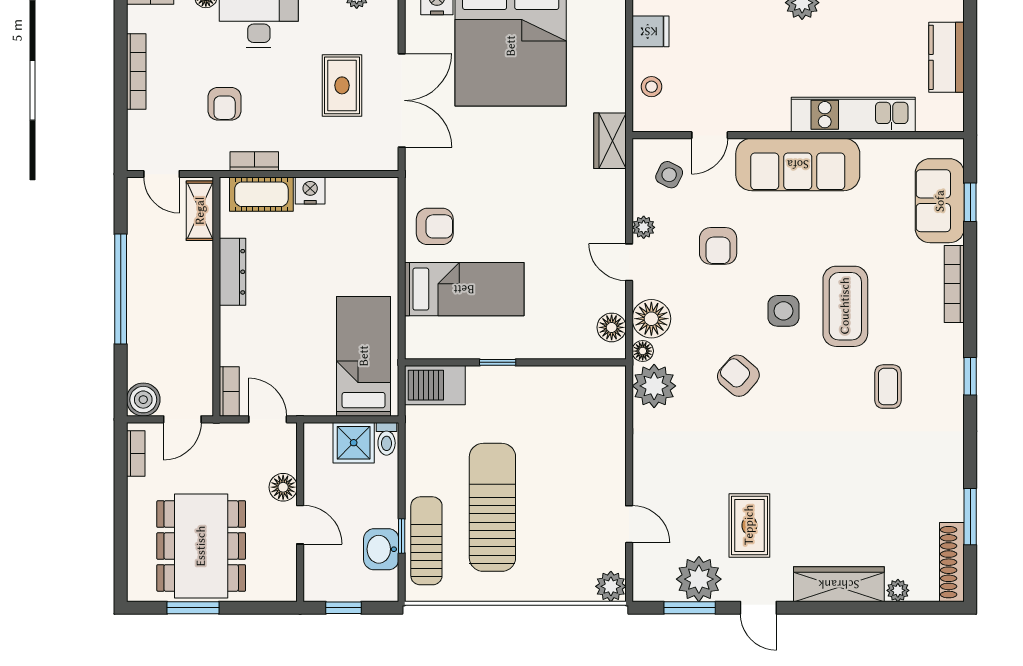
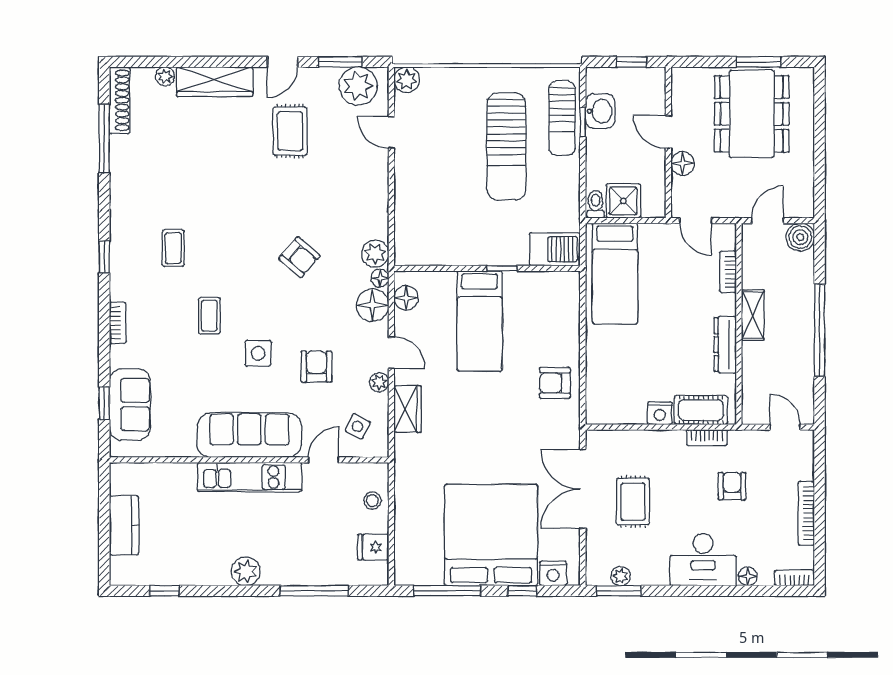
kitchen unit: (853, 115) -> (250, 477), moved
wardrobe: (610, 141) -> (407, 409), moved
shelving: (200, 211) -> (753, 315), moved
bookcase: (954, 284) -> (118, 323), width x0.64
bed: (464, 289) -> (480, 321), moved, turned -90
coffee table: (845, 306) -> (209, 316), width x0.54, depth x0.58
side table: (783, 311) -> (258, 353), moved
plant: (654, 386) -> (375, 254), width x0.73, depth x0.73
bookcase: (229, 391) -> (728, 272), moved
bookcase: (136, 454) -> (807, 192), removed
window: (970, 517) -> (104, 139), width x1.44
plant: (699, 579) -> (358, 86), moved
door: (758, 608) -> (282, 62), swing flipped

